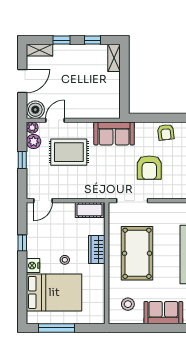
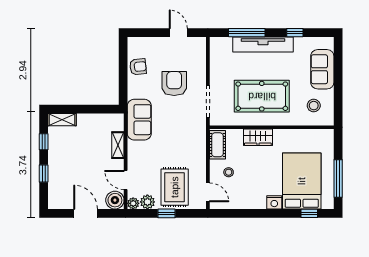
shelving: (40, 50) -> (118, 145), moved
rug: (69, 152) -> (175, 187), moved
armchair: (149, 168) -> (174, 84), turned -90
window: (22, 243) -> (309, 213), moved
stool: (65, 260) -> (229, 172), moved

